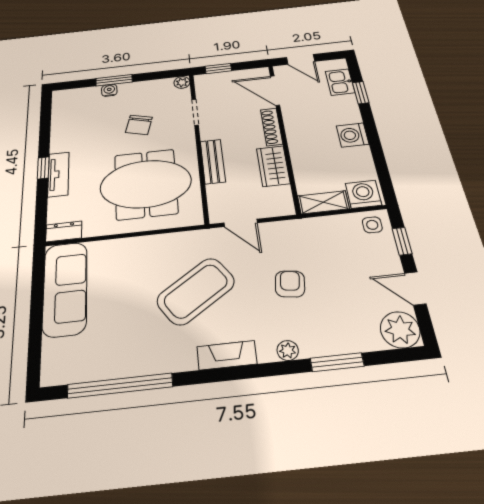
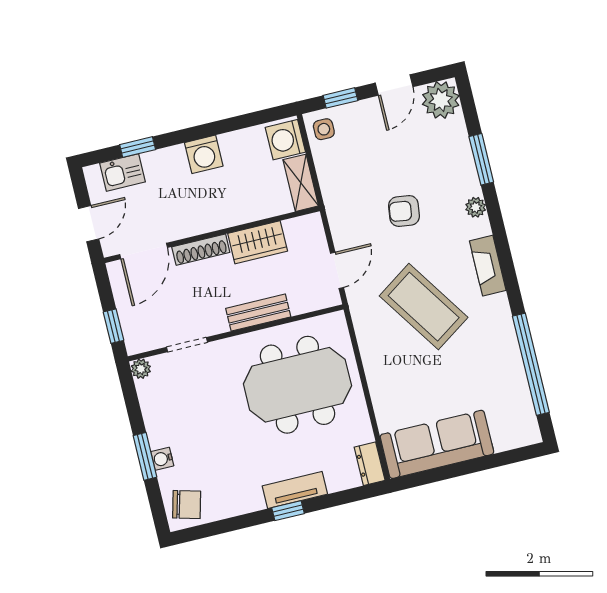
chair: (139, 125) -> (187, 505), moved
meeting table: (146, 184) -> (297, 385), turned 90

